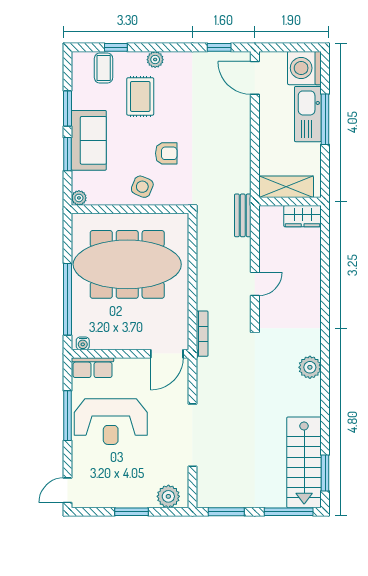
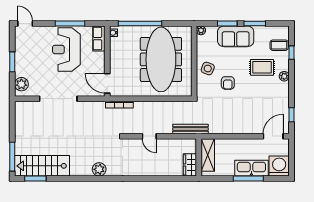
bench: (243, 215) -> (190, 129), width x1.36
window: (226, 512) -> (12, 119), removed

